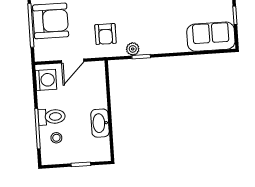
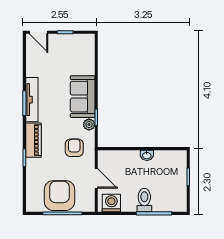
armchair: (105, 34) -> (74, 148), turned -90
sofa: (211, 37) -> (83, 97), moved
washbasin: (100, 123) -> (147, 155), width x0.52, depth x0.69
stool: (56, 138) -> (163, 197), removed

